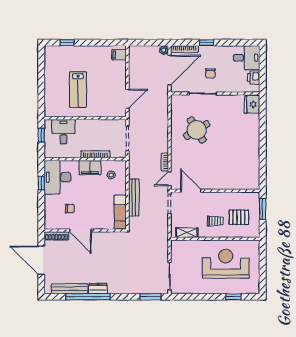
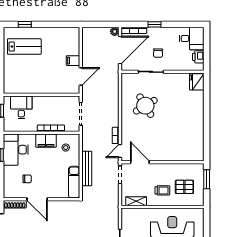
filing cabinet: (119, 55) -> (73, 61), moved
lab bench: (78, 90) -> (24, 47), moved, turned -90

